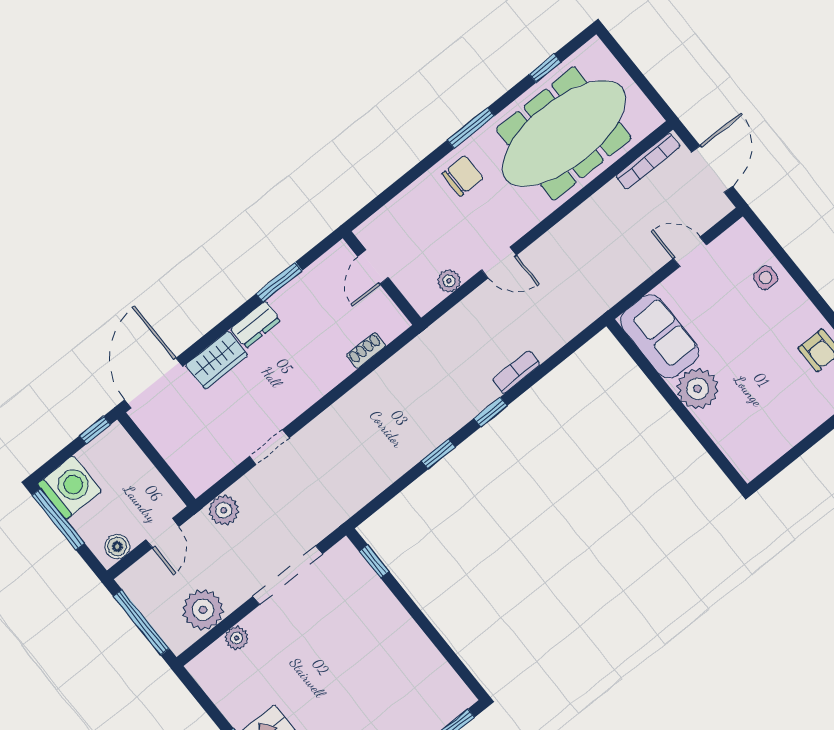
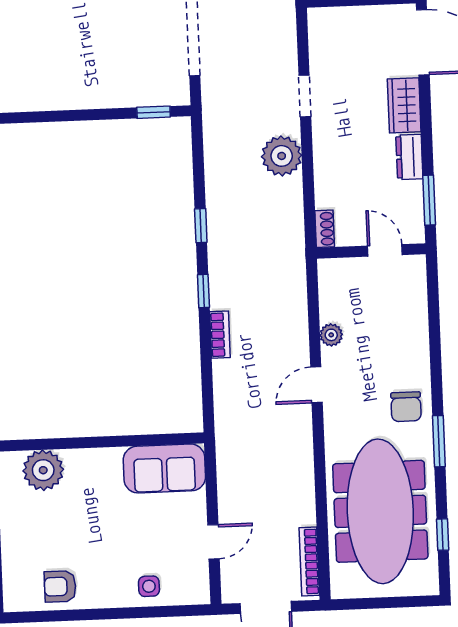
door: (373, 267) -> (385, 250), moved
wall: (382, 278) -> (371, 251), moved
plant: (697, 389) -> (43, 470), moved
plant: (224, 510) -> (282, 156), moved, width x1.36, depth x1.36

